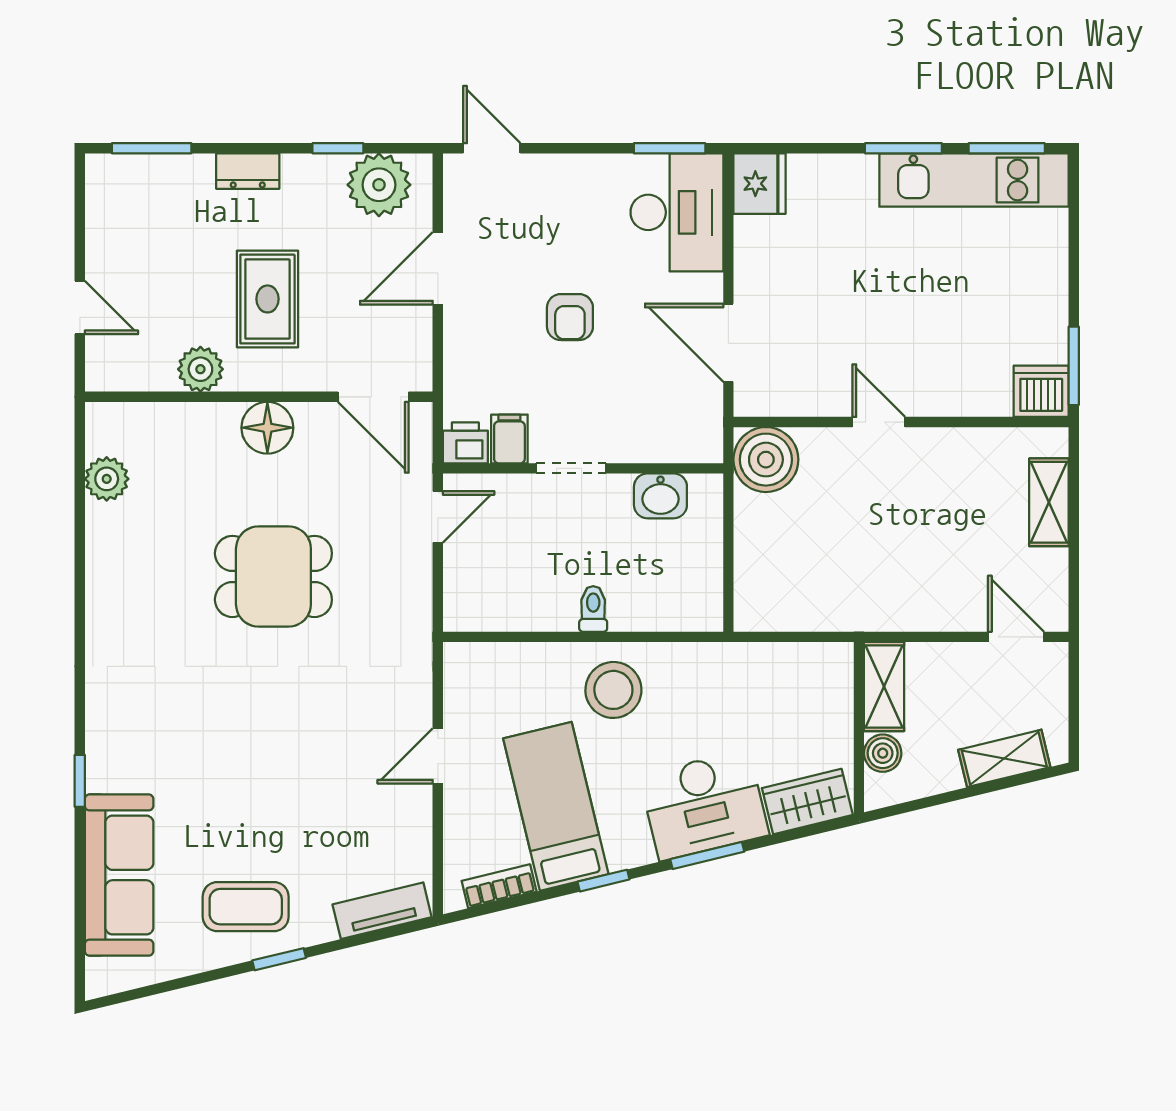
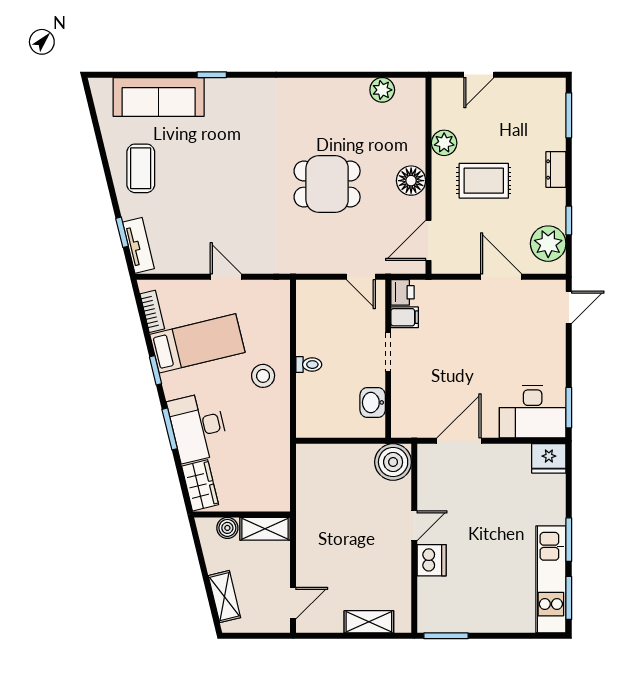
armchair: (570, 317) -> (474, 351), removed
dishwasher: (1041, 391) -> (432, 560), moved
dining table: (273, 576) -> (327, 184), turned 90
stool: (613, 690) -> (263, 376), width x0.73, depth x0.73
window: (279, 959) -> (122, 232), moved

